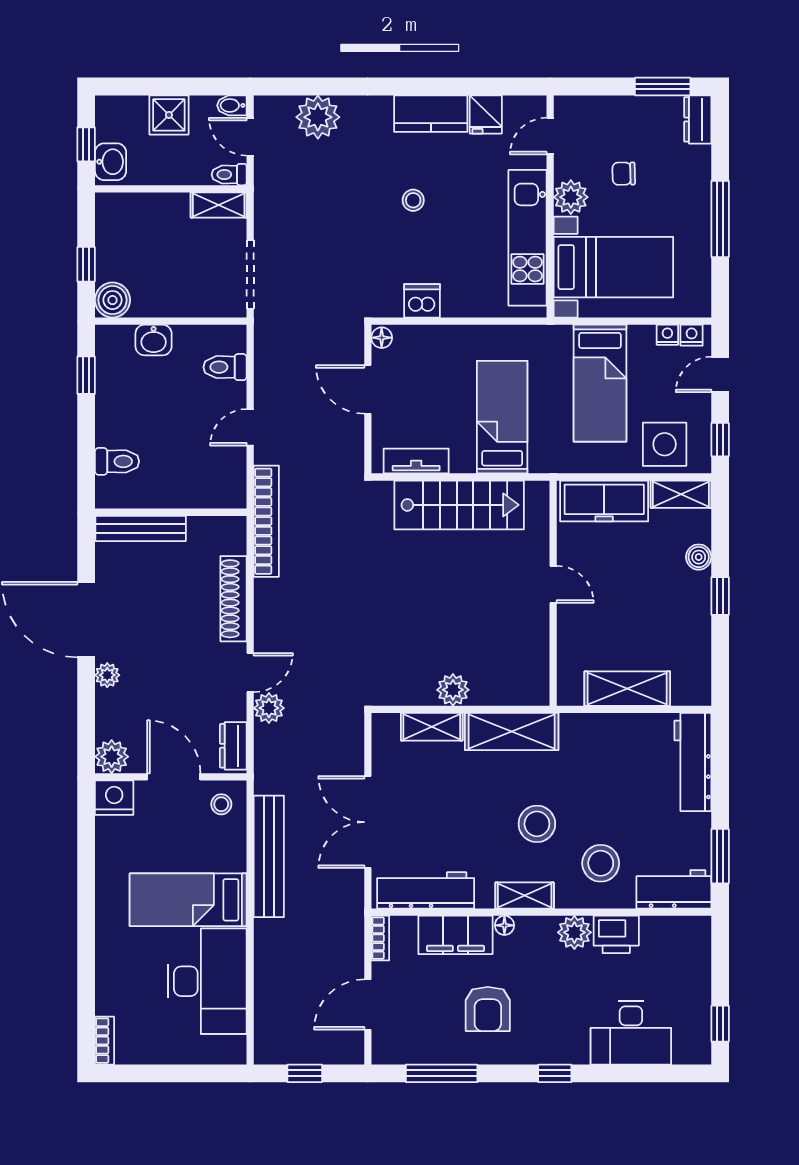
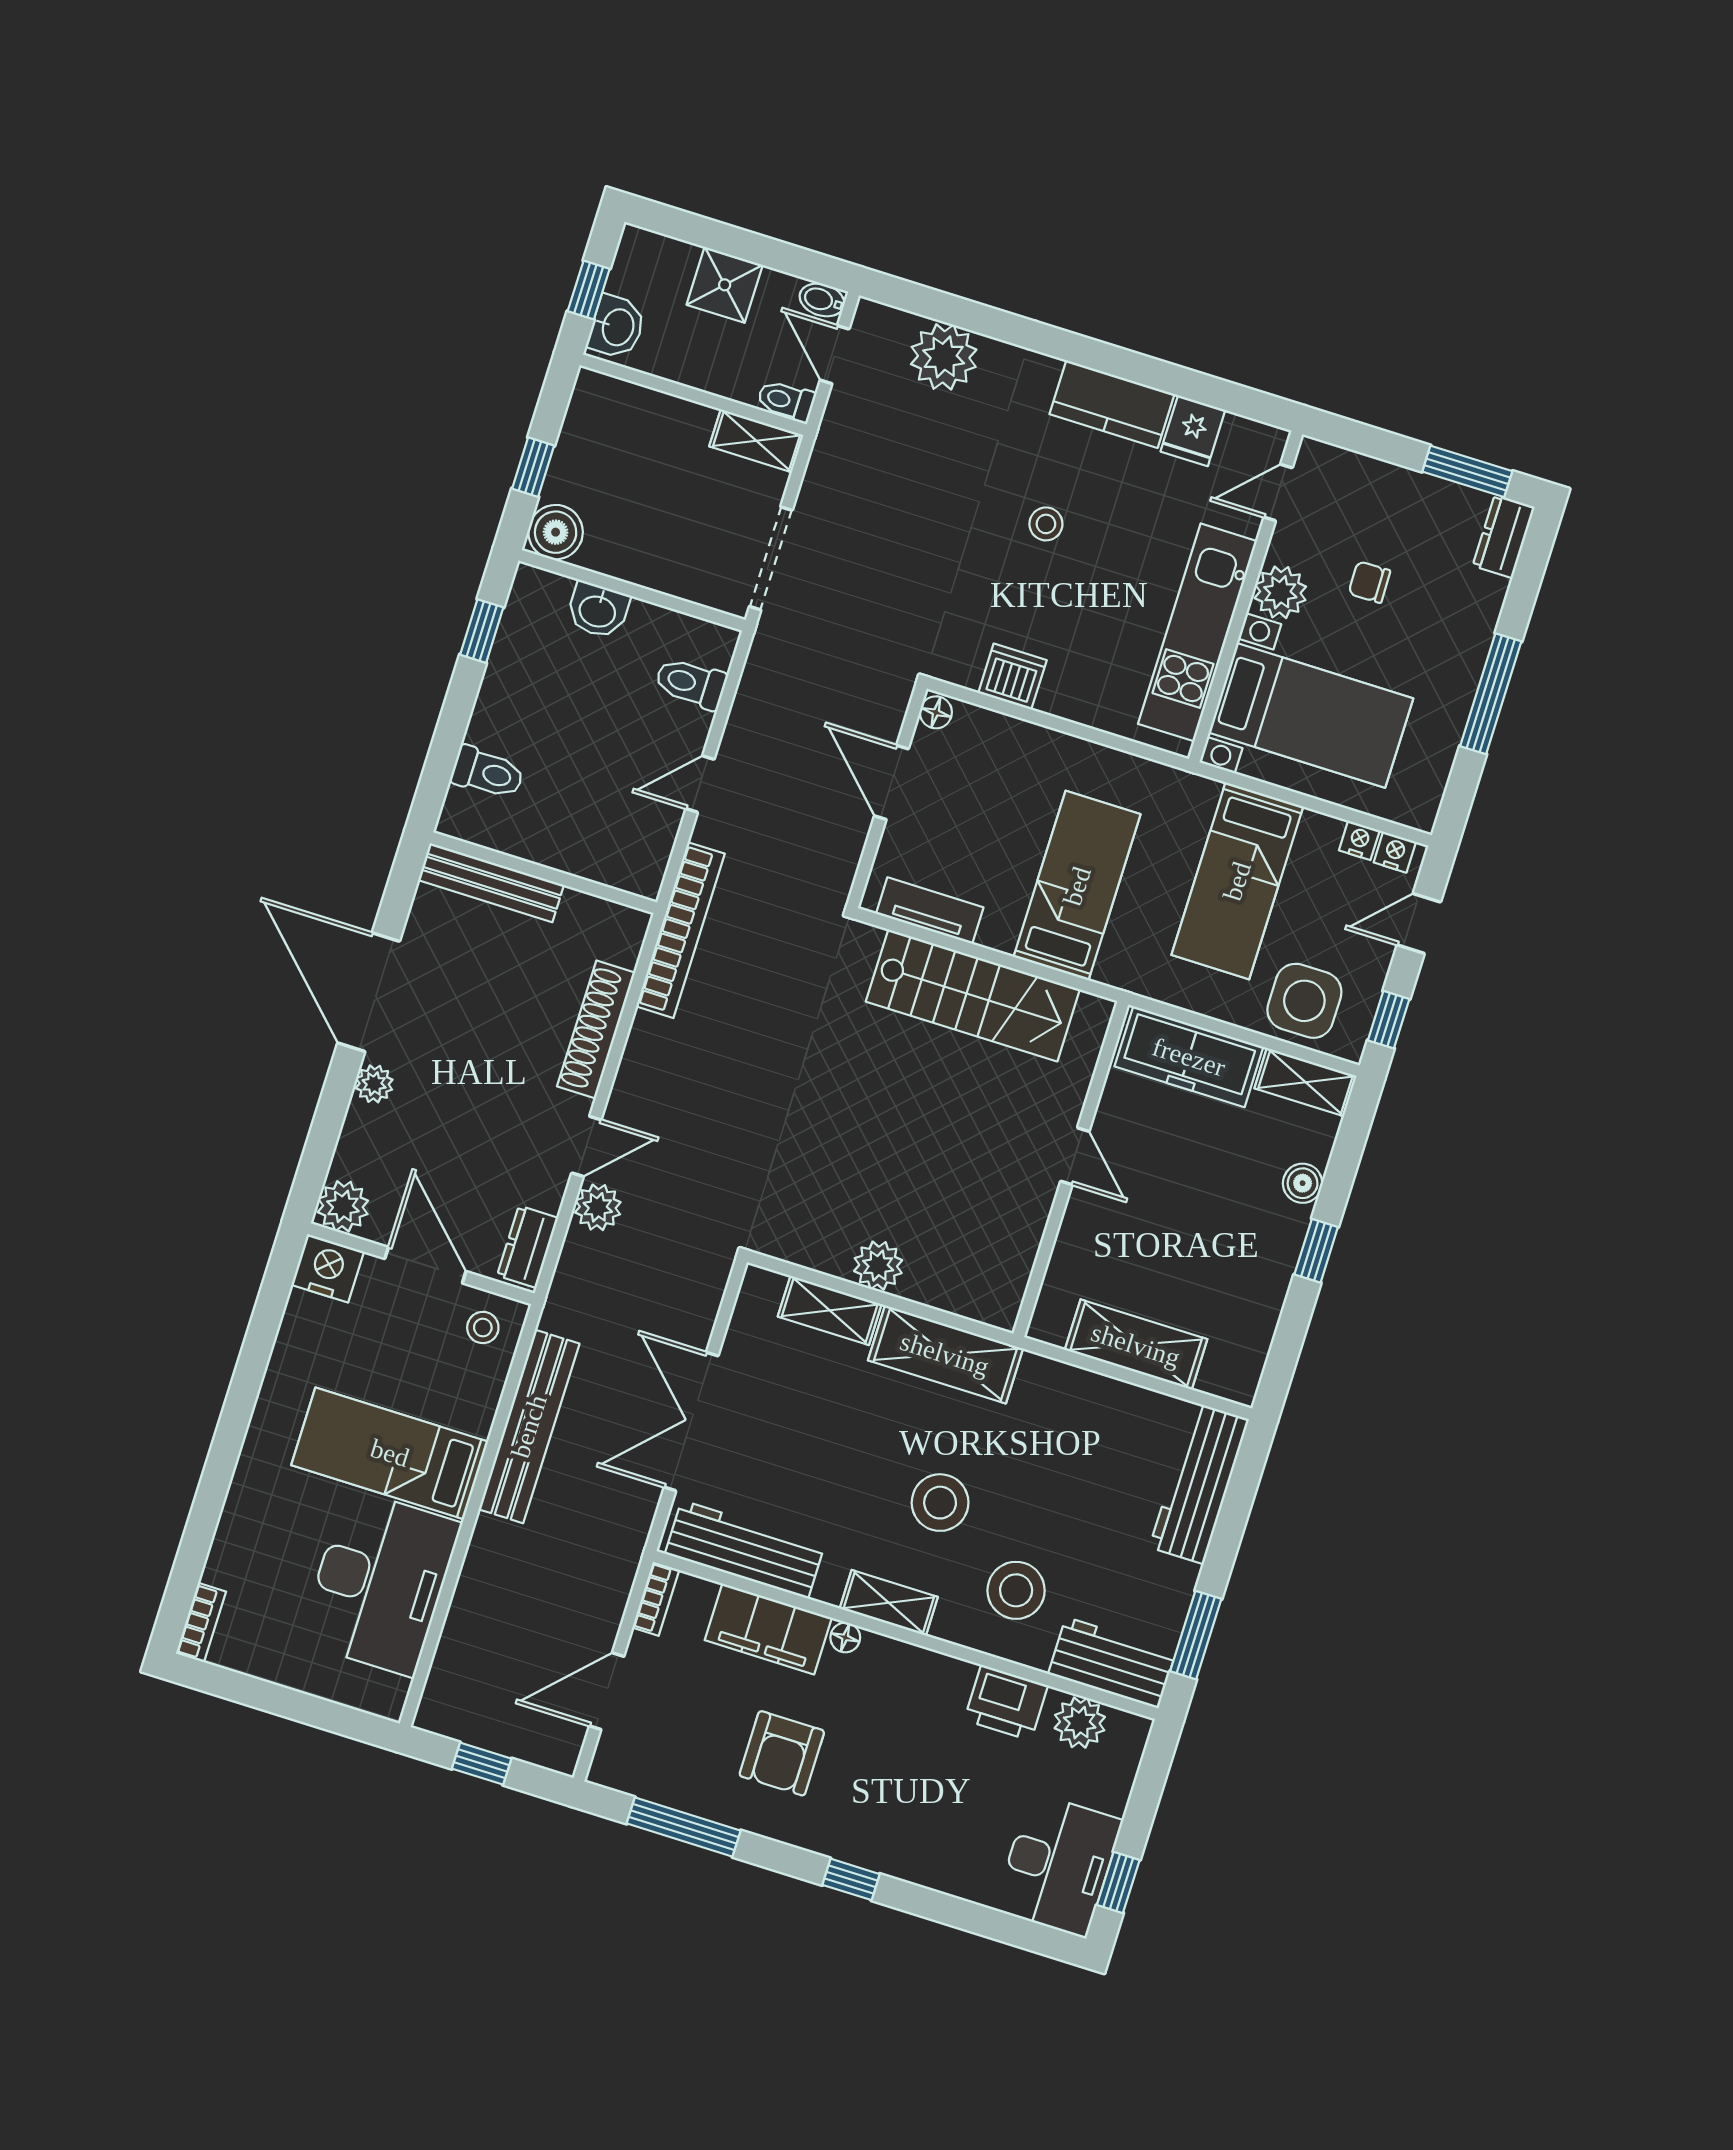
plant: (574, 932) -> (1080, 1723), moved
desk: (631, 1033) -> (1058, 1865), moved, turned -90

